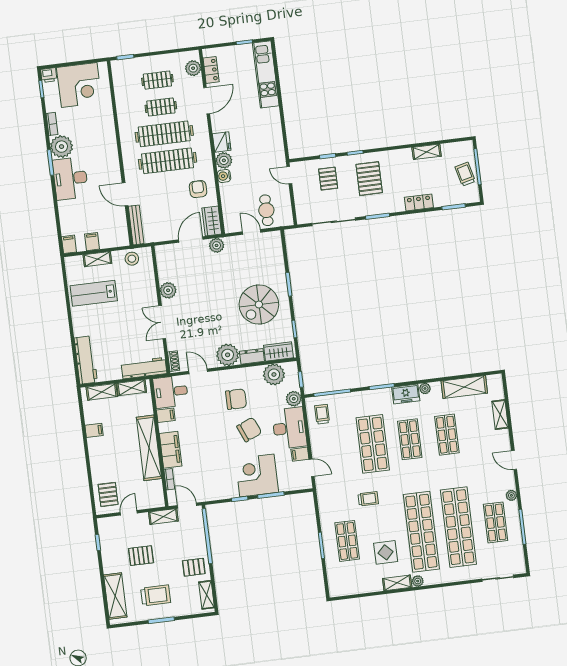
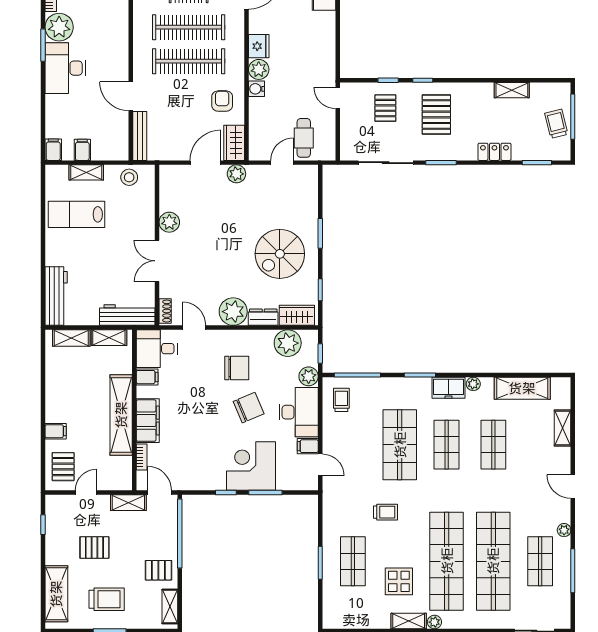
door: (252, 232) -> (282, 163), hinge flipped
filing cabinet: (94, 430) -> (56, 431), moved

